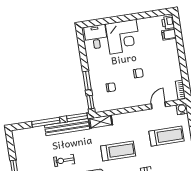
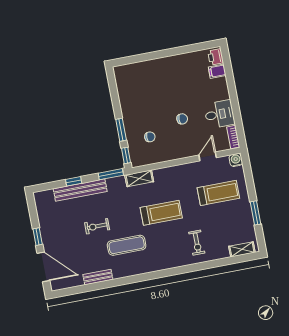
desk: (96, 37) -> (219, 114), moved, turned 90
corner desk: (123, 37) -> (162, 76), removed
window: (46, 122) -> (74, 181), width x0.46
bench: (67, 127) -> (80, 190), moved

